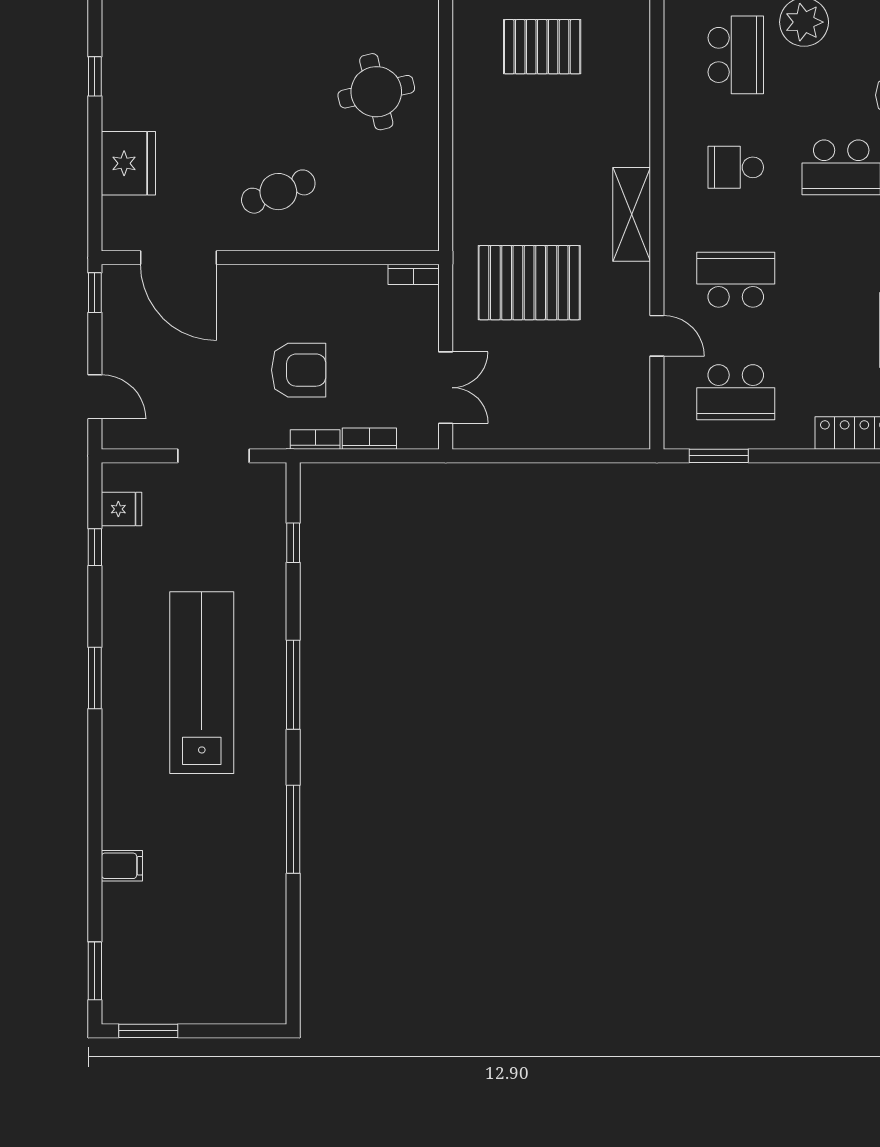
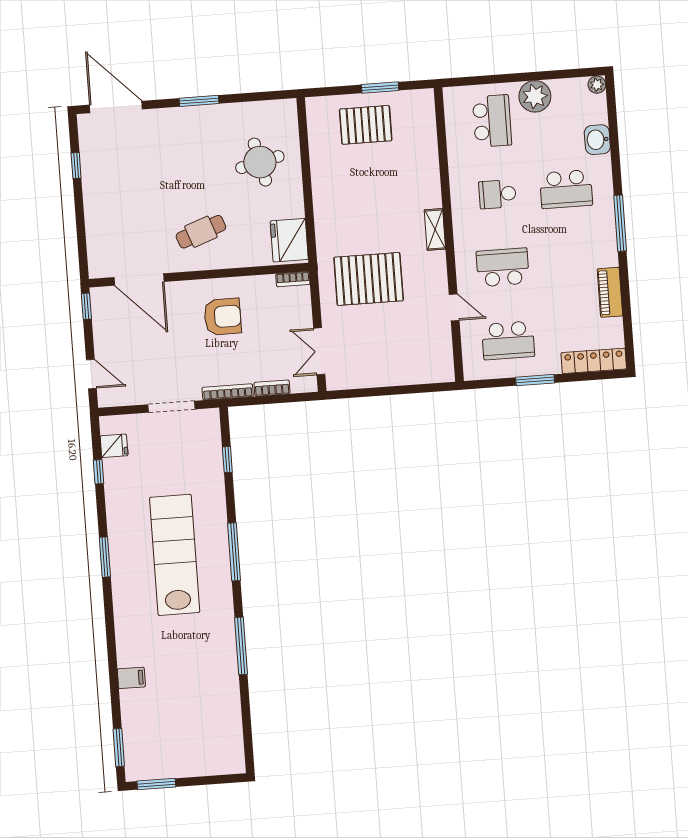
fridge: (128, 163) -> (289, 240), moved, turned 180
shelving: (632, 214) -> (435, 229), width x0.67, depth x0.75
armchair: (299, 370) -> (223, 317), moved
double door: (446, 388) -> (319, 351), swing flipped
bookcase: (315, 439) -> (228, 392), width x1.56
window: (719, 456) -> (535, 380), moved

